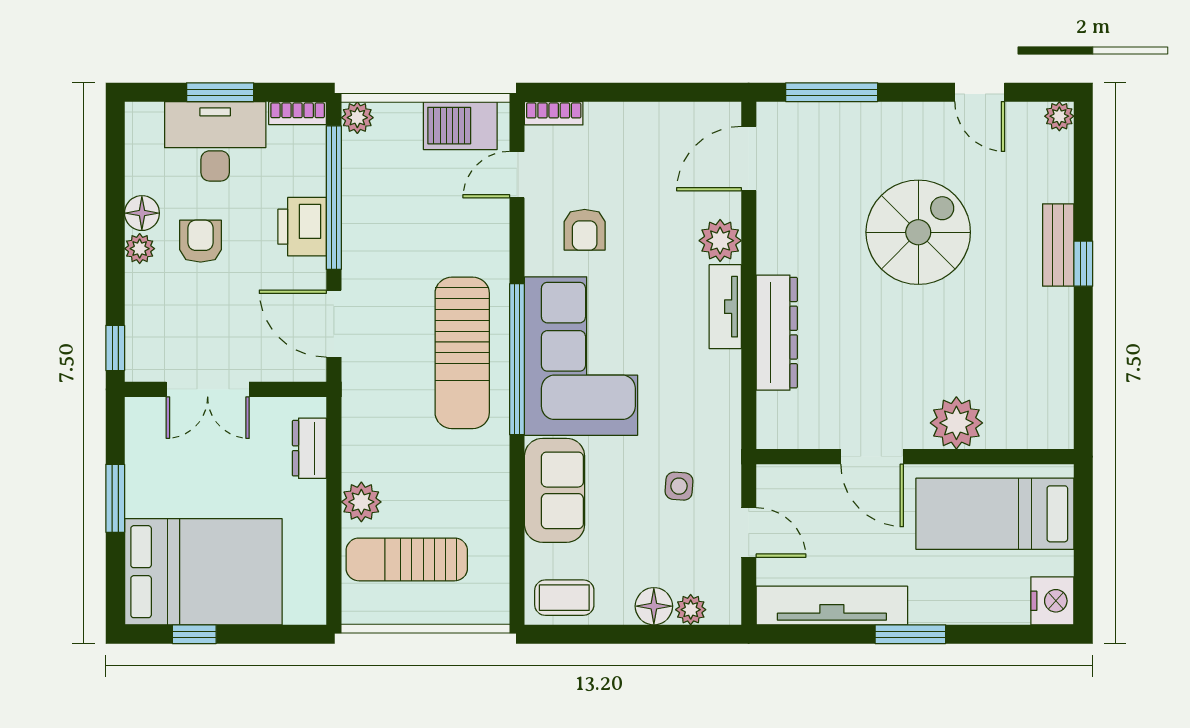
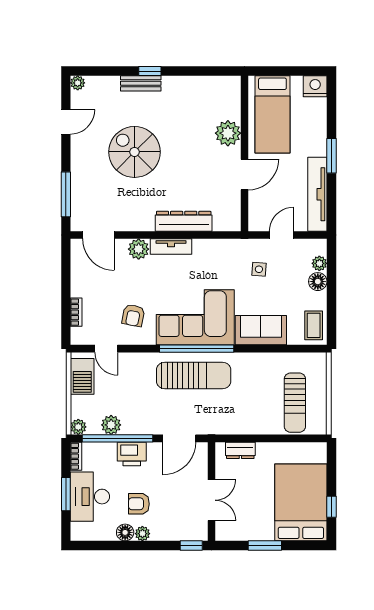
bookcase: (554, 113) -> (76, 312), moved
armchair: (585, 230) -> (133, 315), turned 101
plant: (361, 502) -> (111, 425), moved

